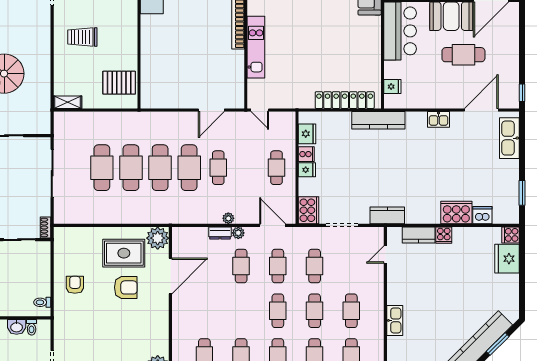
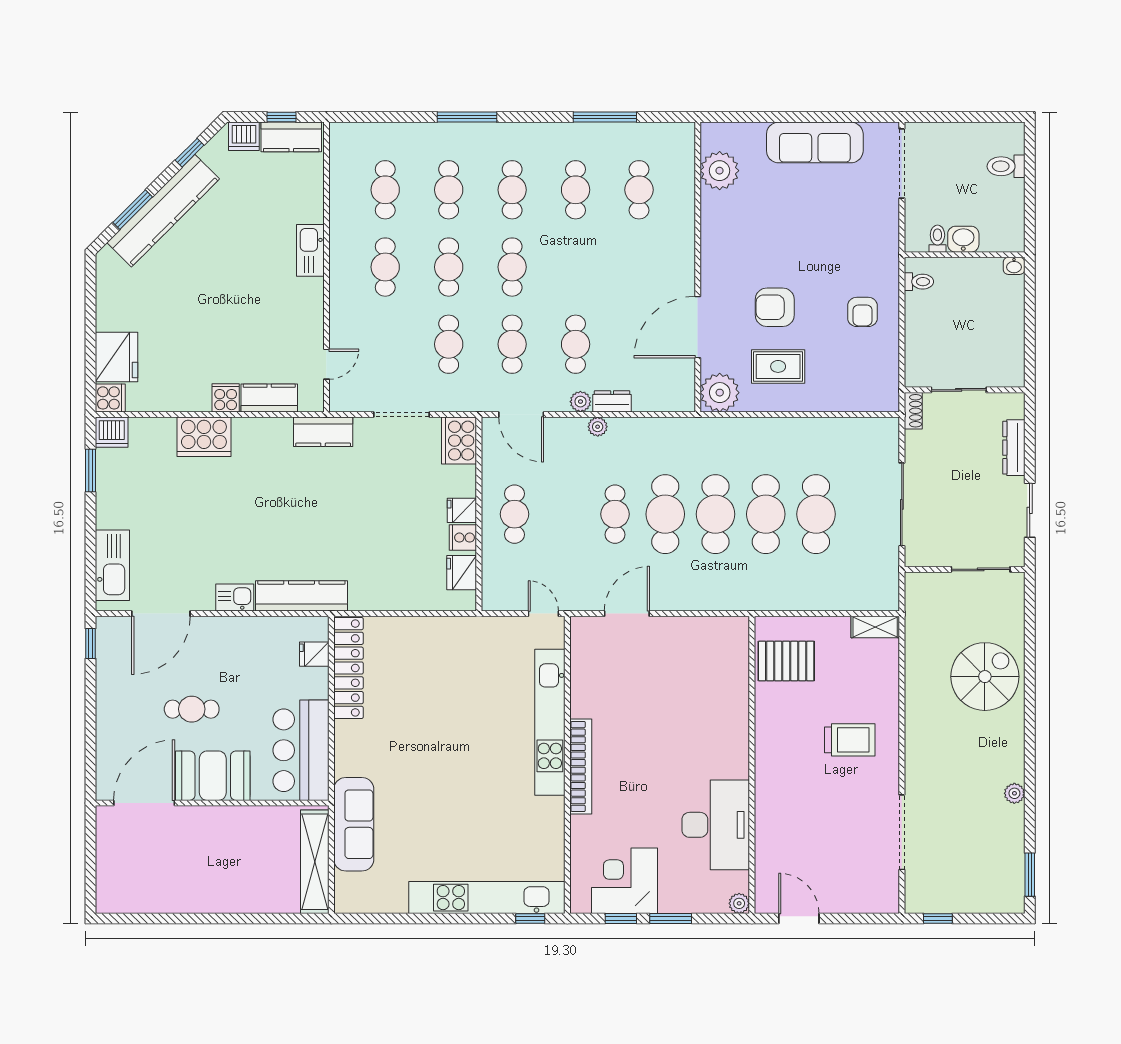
kitchen unit: (256, 47) -> (550, 722), width x1.36
cafe table: (463, 55) -> (192, 709), width x0.73, depth x0.74
locker: (345, 100) -> (349, 668), moved, turned -90
kitchen counter: (378, 120) -> (301, 596), moved
dishwasher: (482, 215) -> (112, 432), moved
rug: (124, 253) -> (778, 366), width x0.73, depth x0.70

